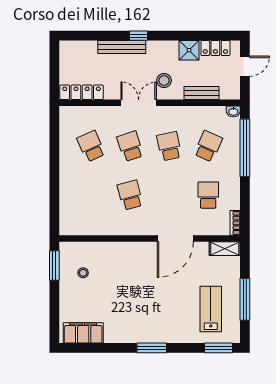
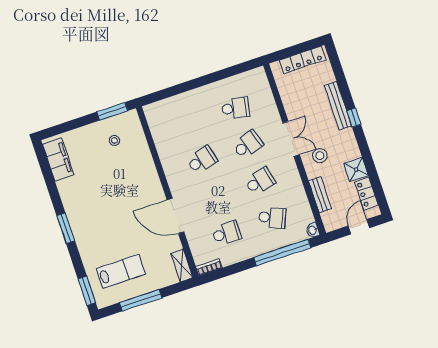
door: (245, 66) -> (359, 227), swing flipped
locker: (82, 92) -> (302, 60), moved, turned 90
school desk: (91, 146) -> (235, 108), turned 36

